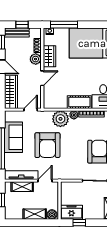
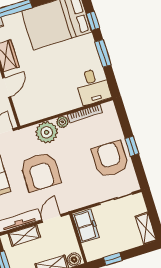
cot: (79, 102) -> (64, 103), removed
freezer: (71, 212) -> (86, 226), moved, turned 90

